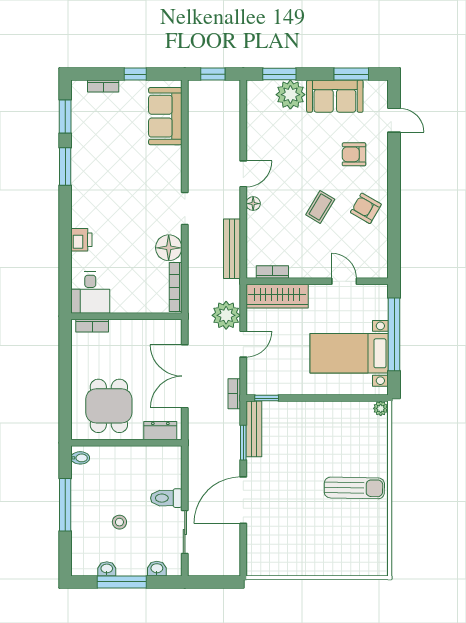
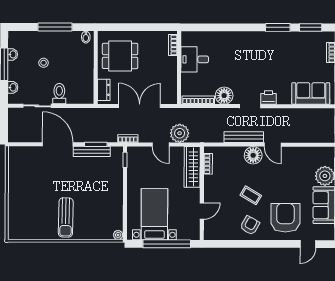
armchair: (354, 154) -> (285, 218), width x1.88, depth x1.88
floor lamp: (253, 204) -> (253, 155), width x1.89, depth x1.89
printer: (81, 240) -> (268, 97), moved, turned 180
bench: (232, 249) -> (244, 137), moved
desk: (90, 293) -> (195, 59), moved
bench: (254, 429) -> (92, 151), moved

